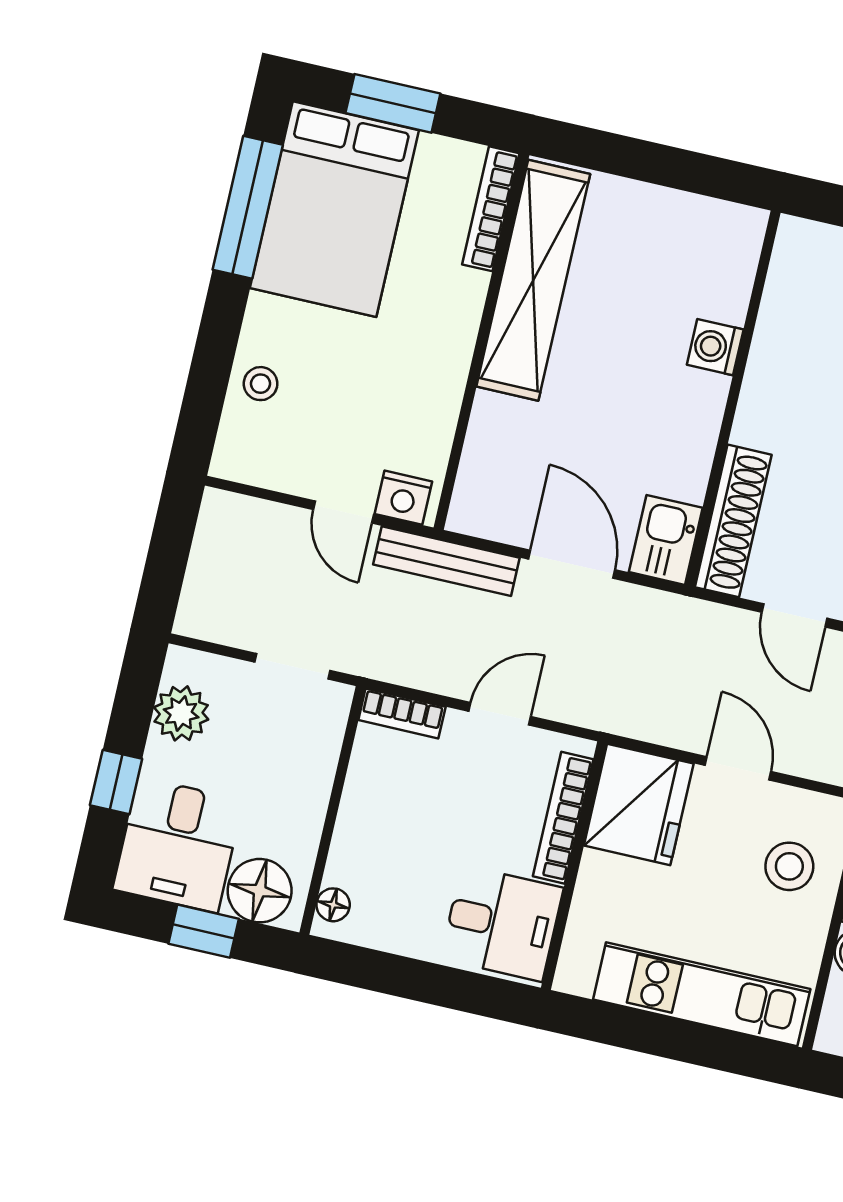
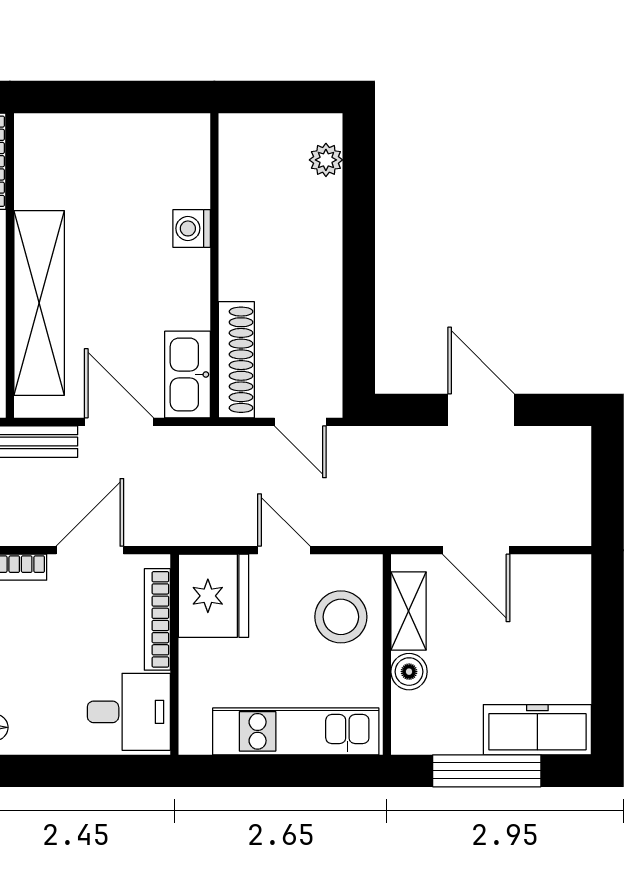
shelving: (533, 280) -> (39, 303), moved
kitchen sink: (666, 540) -> (188, 375), width x1.38
door: (500, 714) -> (90, 550), width x1.37
stool: (789, 866) -> (341, 617), width x1.38, depth x1.38

